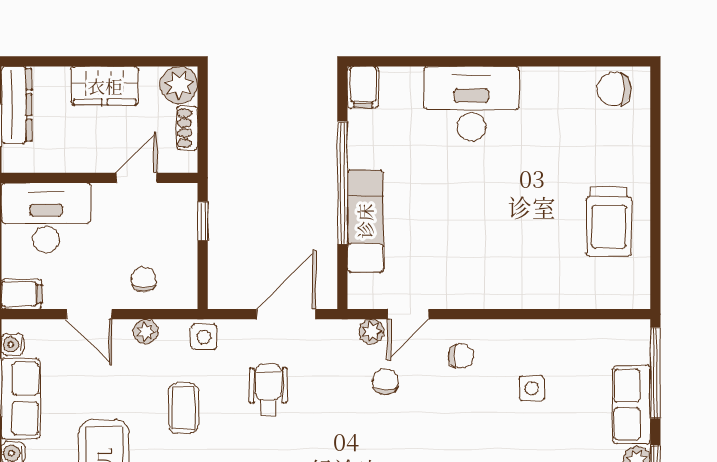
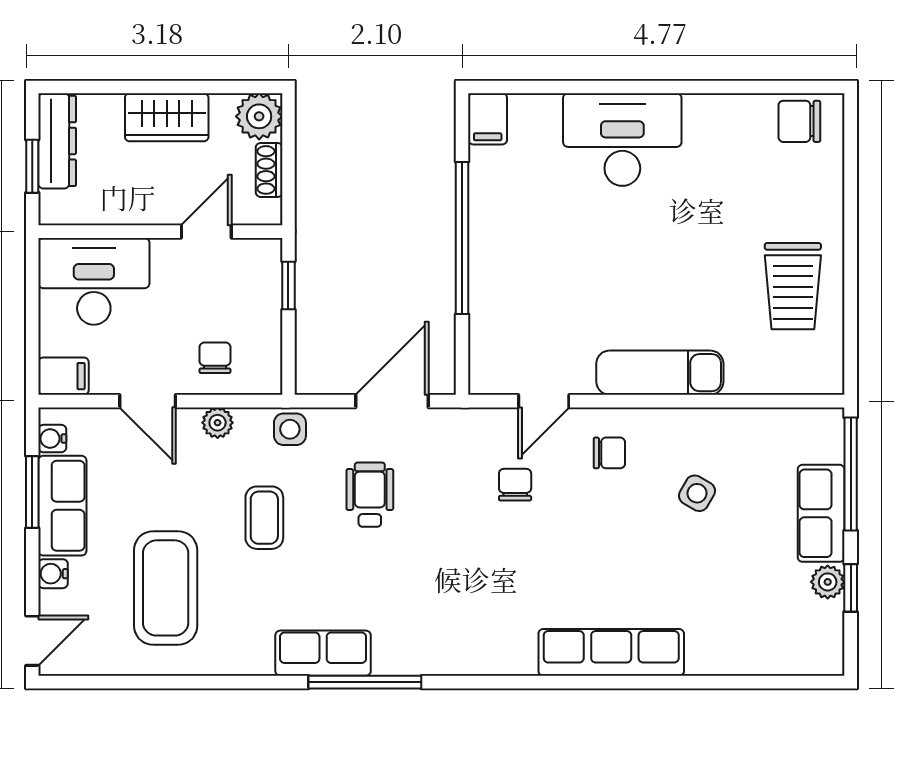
exam couch: (365, 221) -> (660, 373), moved, turned -90
plant: (371, 332) -> (498, 423), removed
side table: (532, 388) -> (697, 493), turned 30

